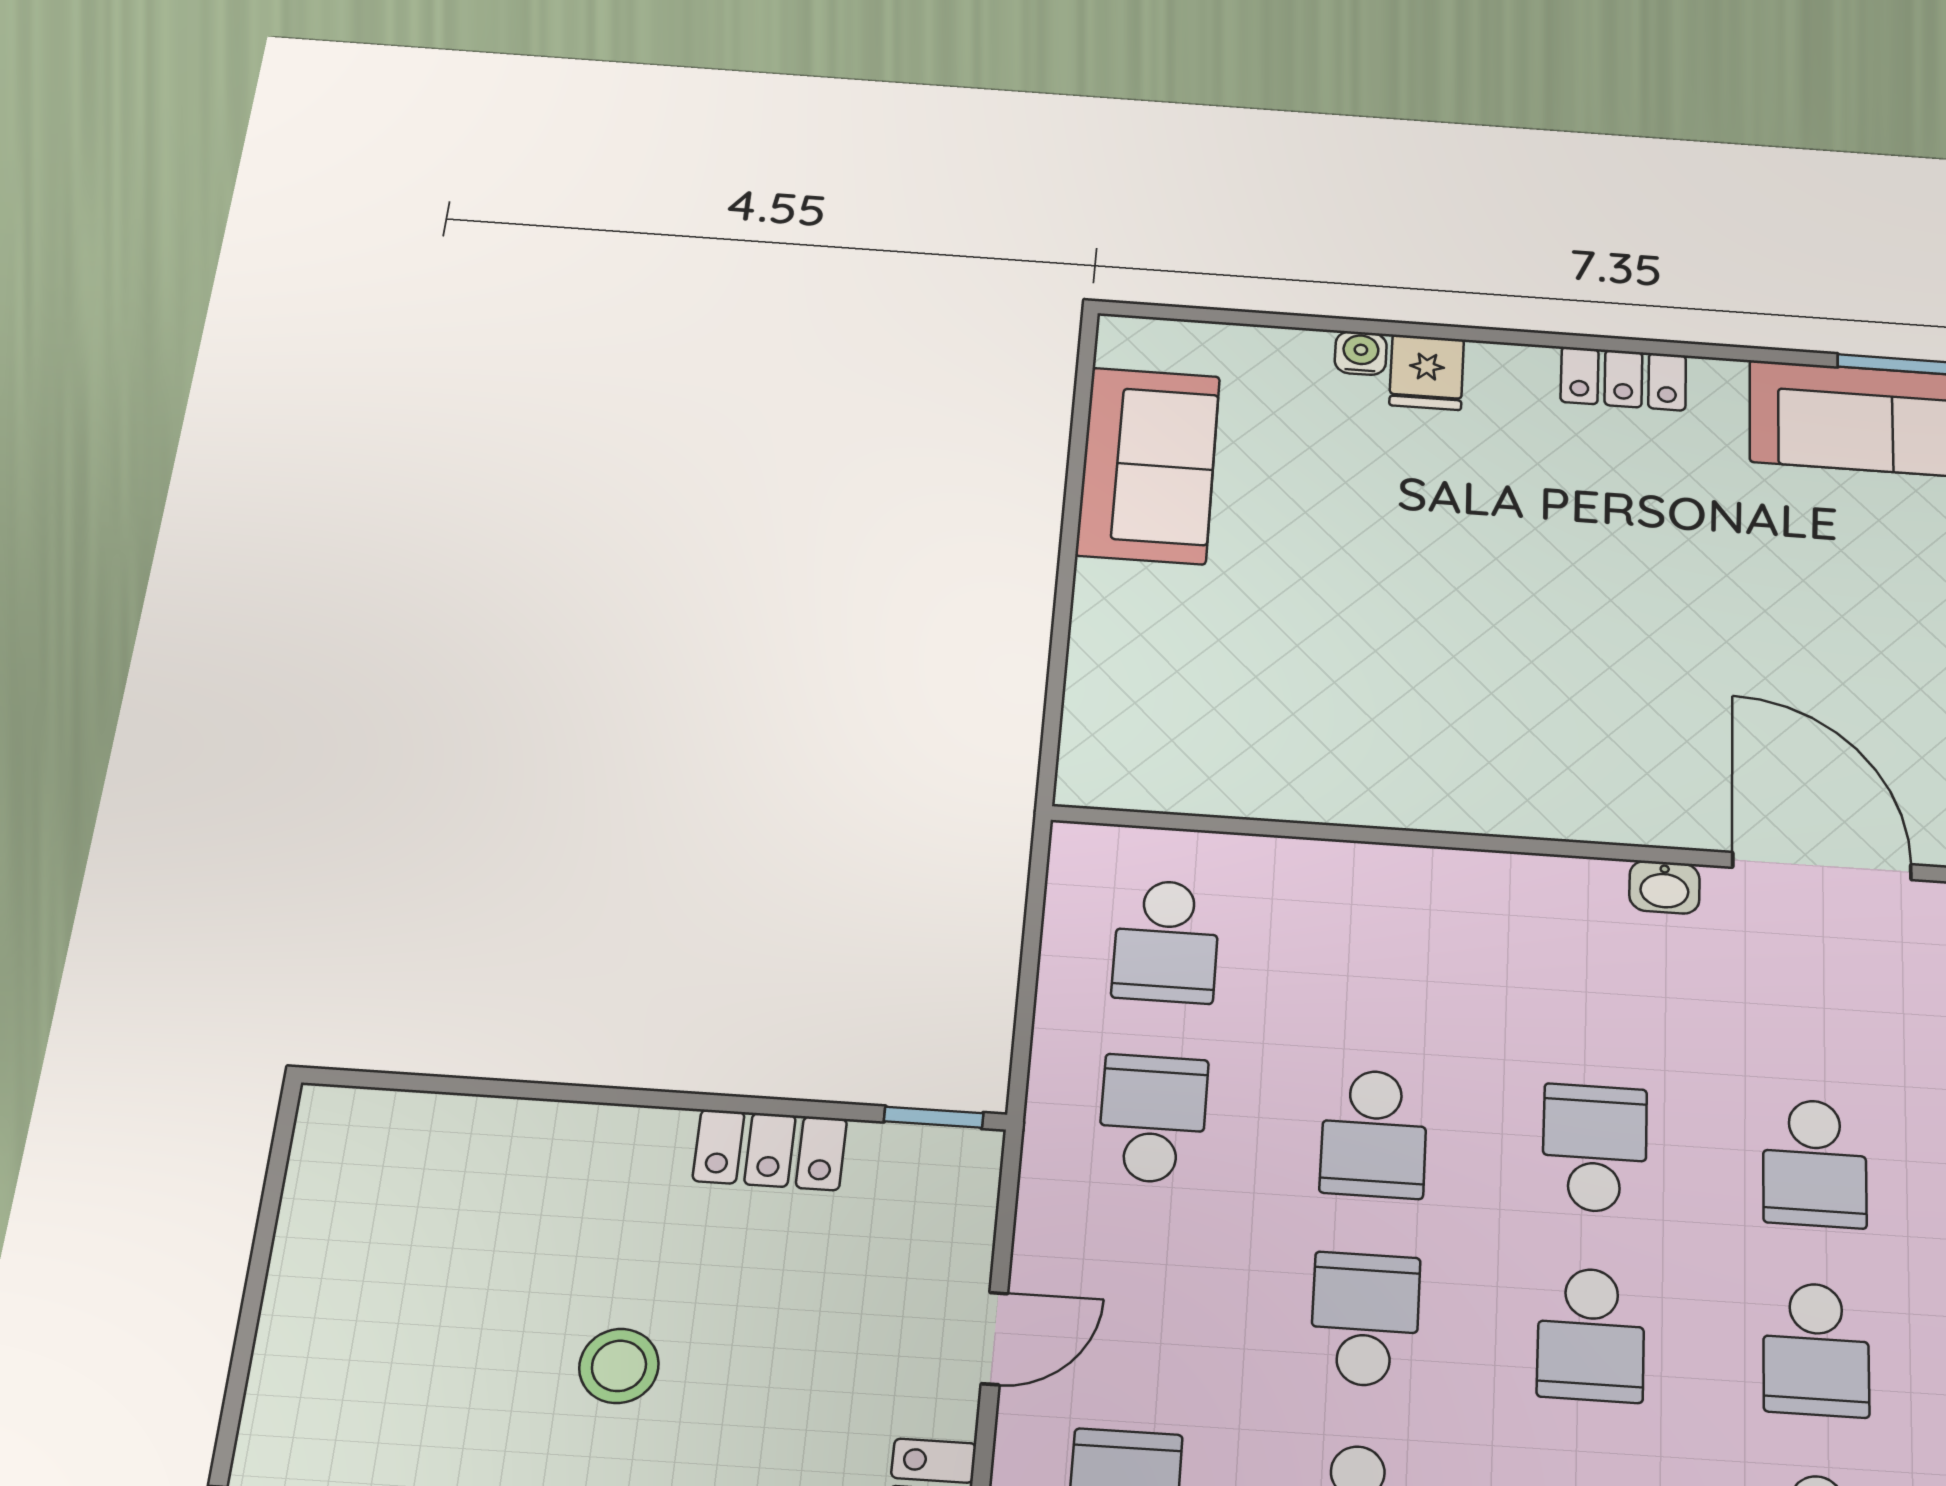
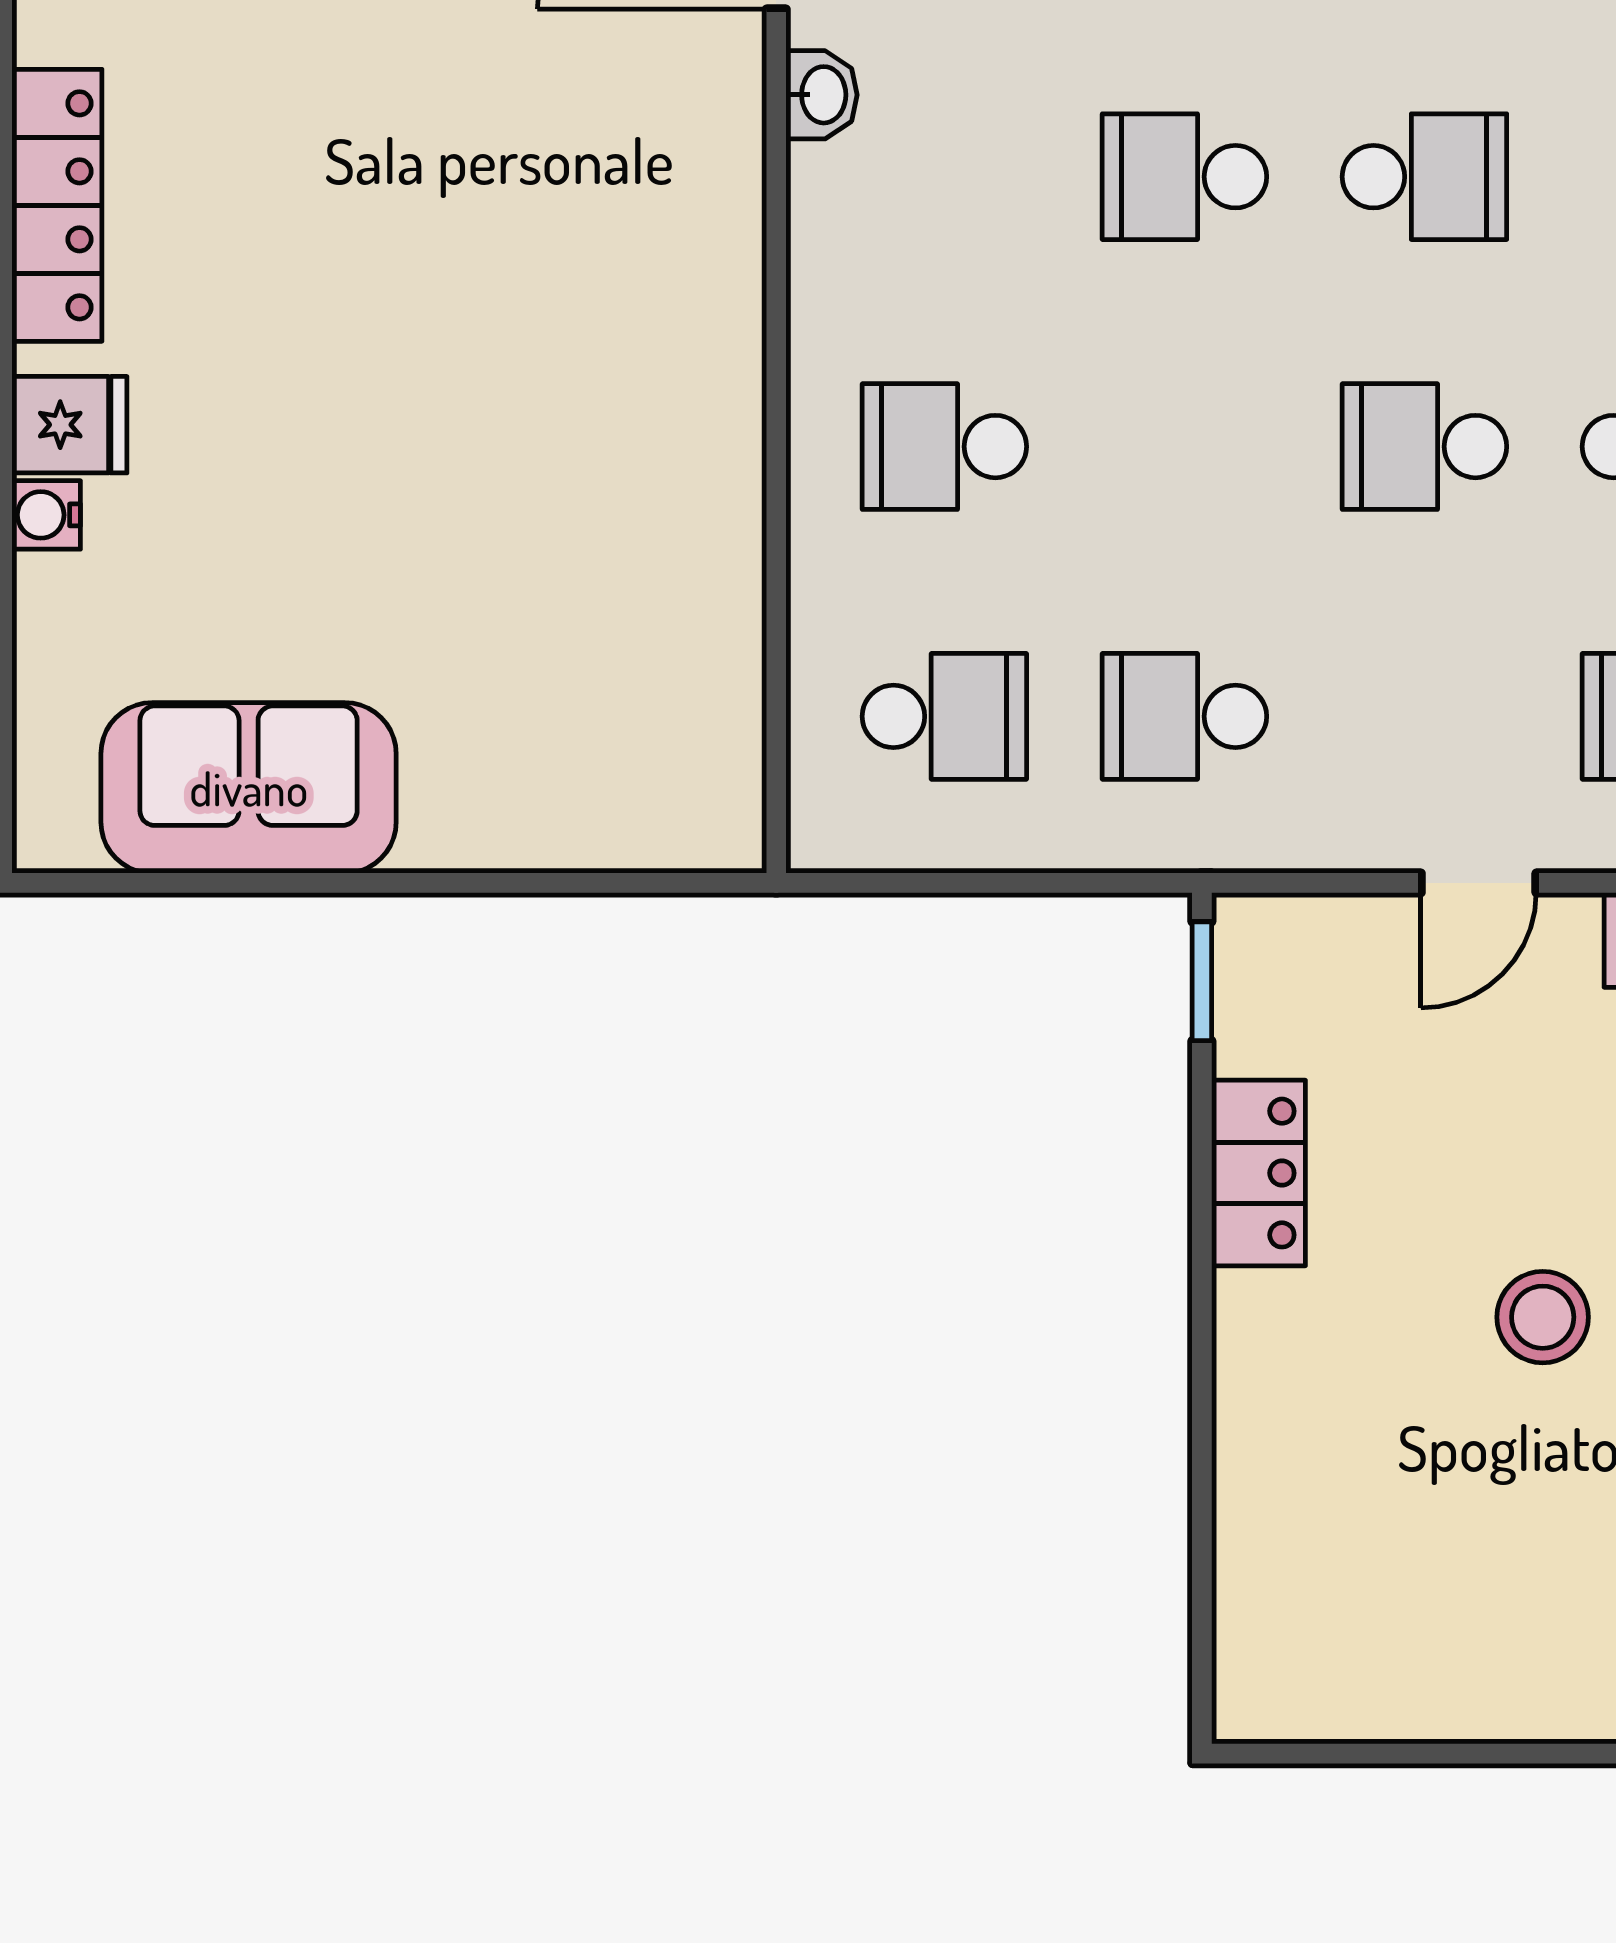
locker: (1623, 379) -> (57, 205), width x1.53
school desk: (1374, 1133) -> (944, 447), moved, turned 180
door: (994, 1338) -> (1479, 883), swing flipped

